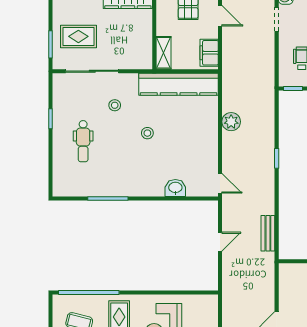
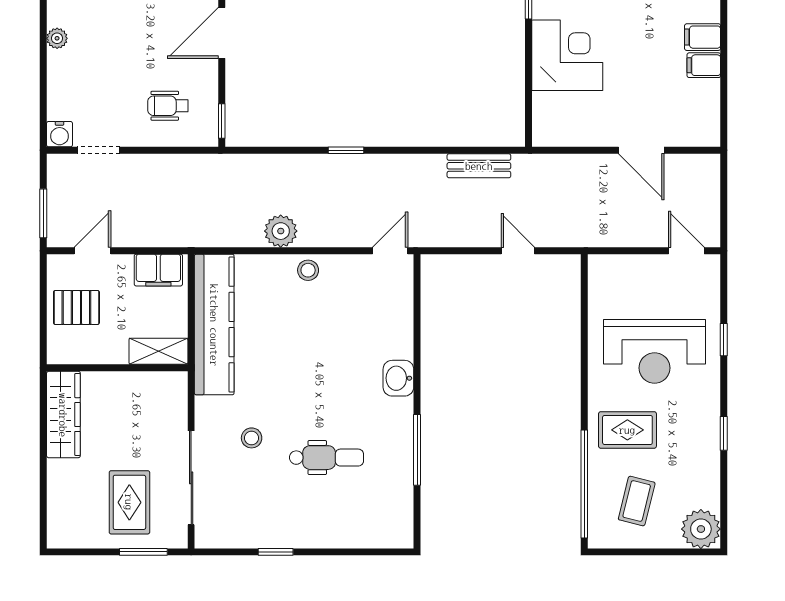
stool: (147, 133) -> (308, 270), moved
dental chair: (83, 141) -> (326, 458), moved
washbasin: (175, 188) -> (398, 378), moved
door: (220, 242) -> (518, 251), moved

